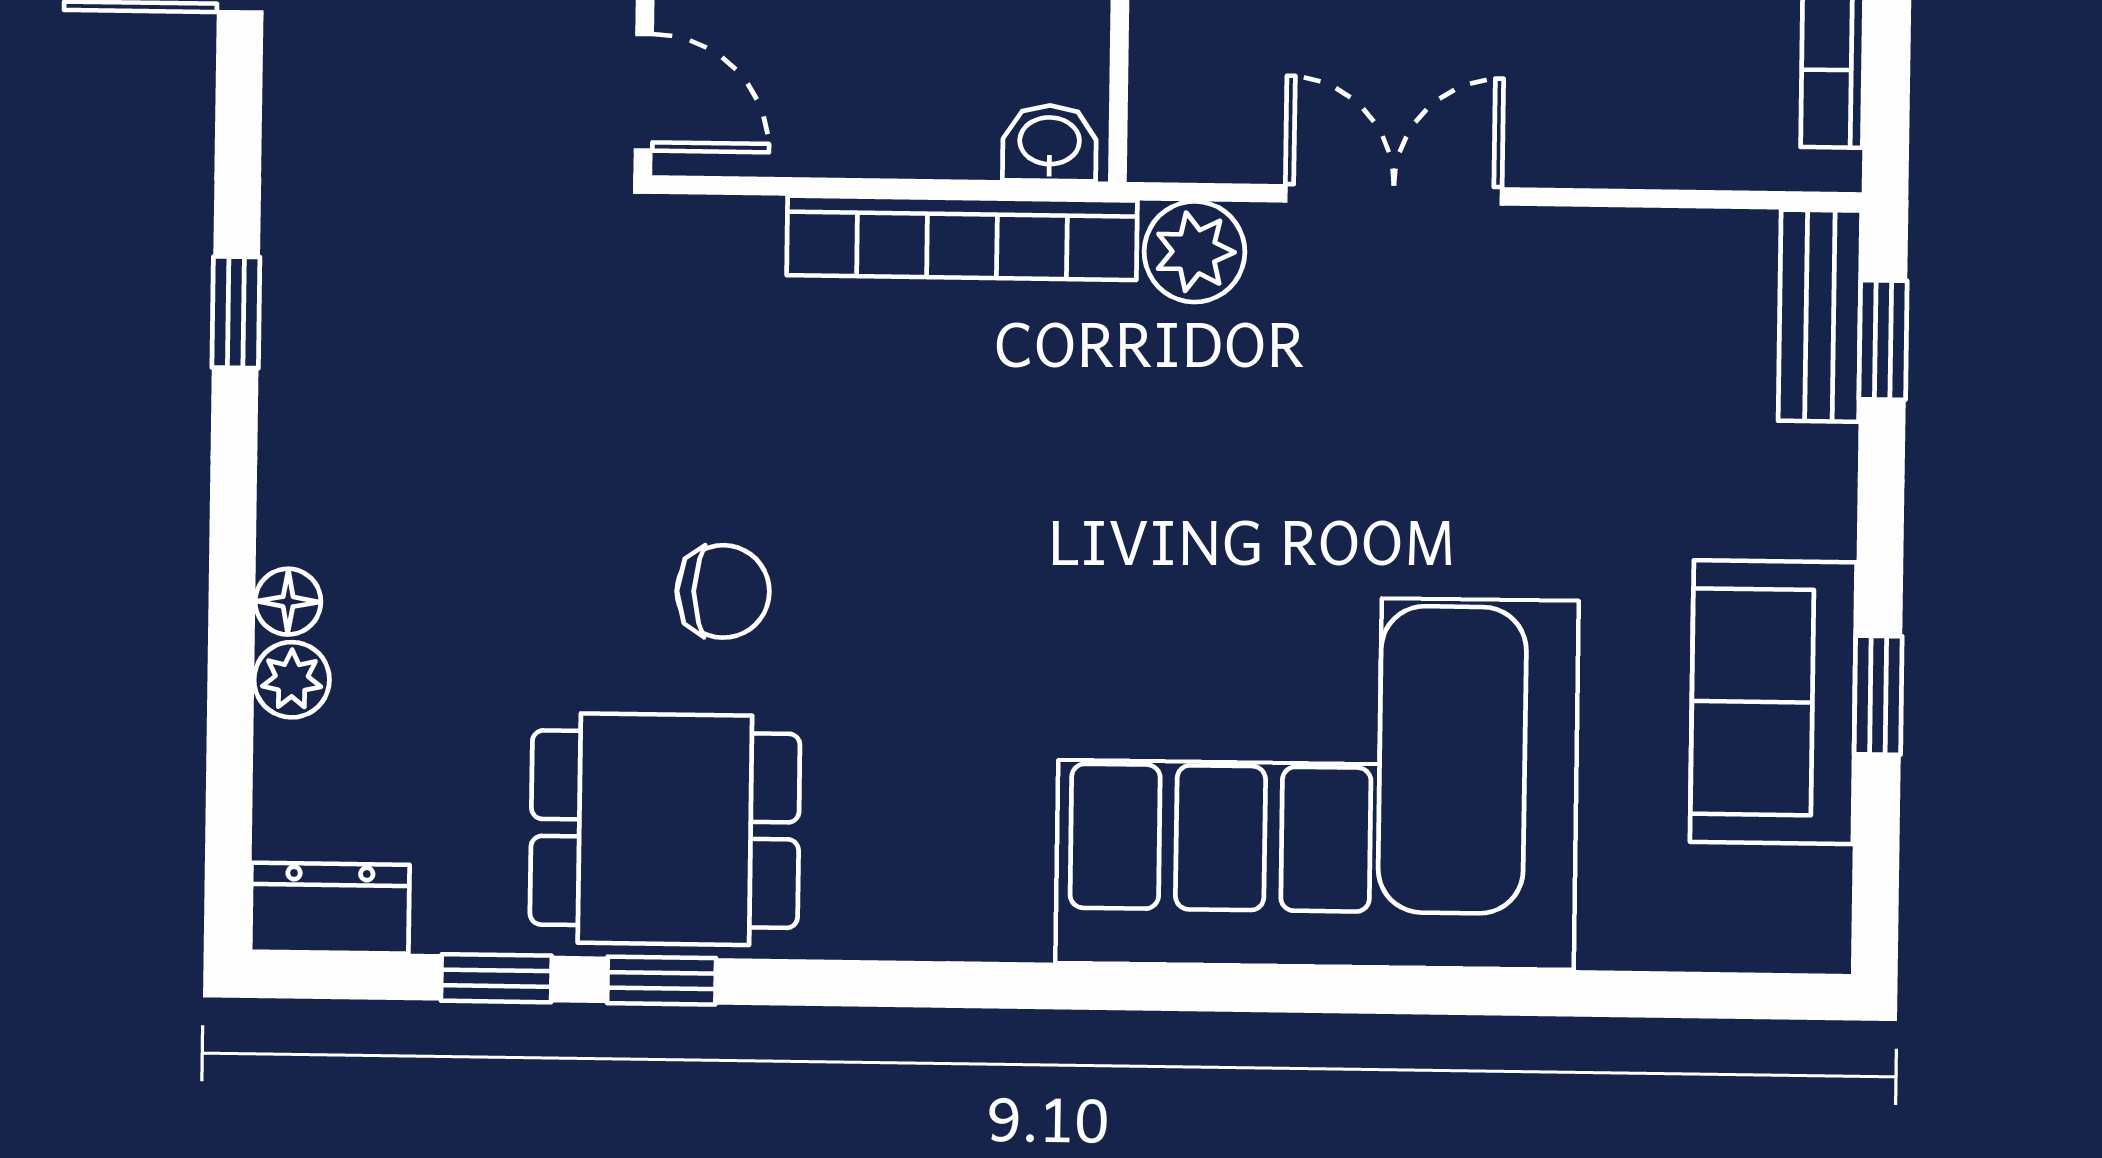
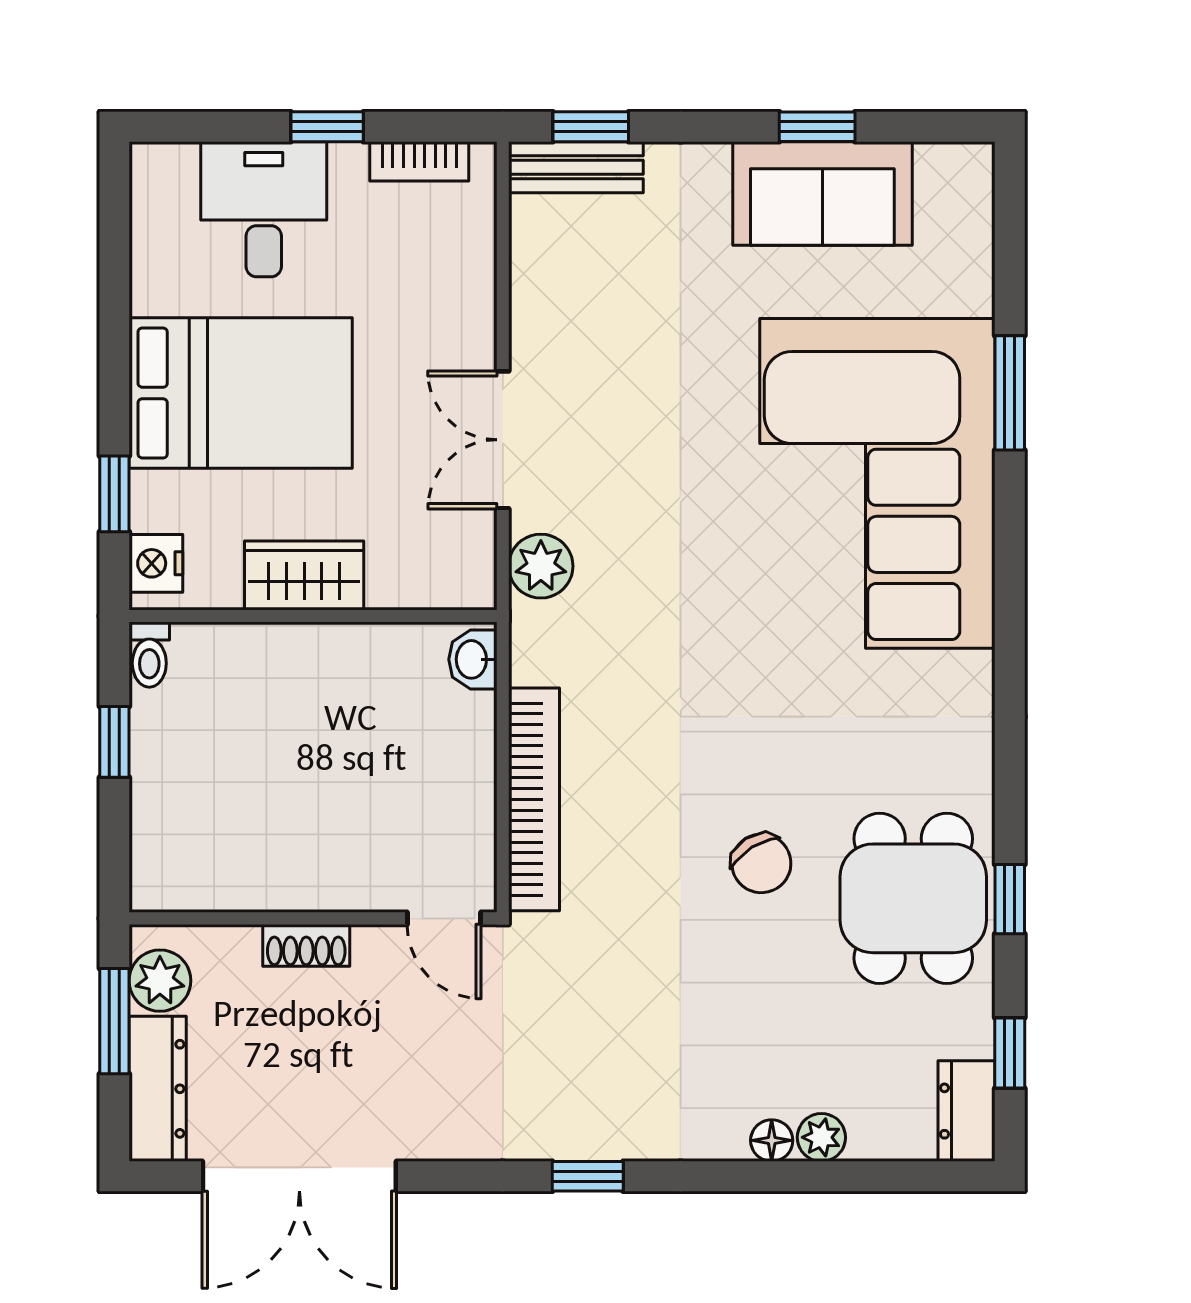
door: (644, 92) -> (444, 918), swing flipped
bookcase: (962, 238) -> (534, 799), moved
chair: (723, 591) -> (761, 863), turned 148
window: (496, 978) -> (1010, 1053), moved
window: (1456, 992) -> (1010, 393), added

